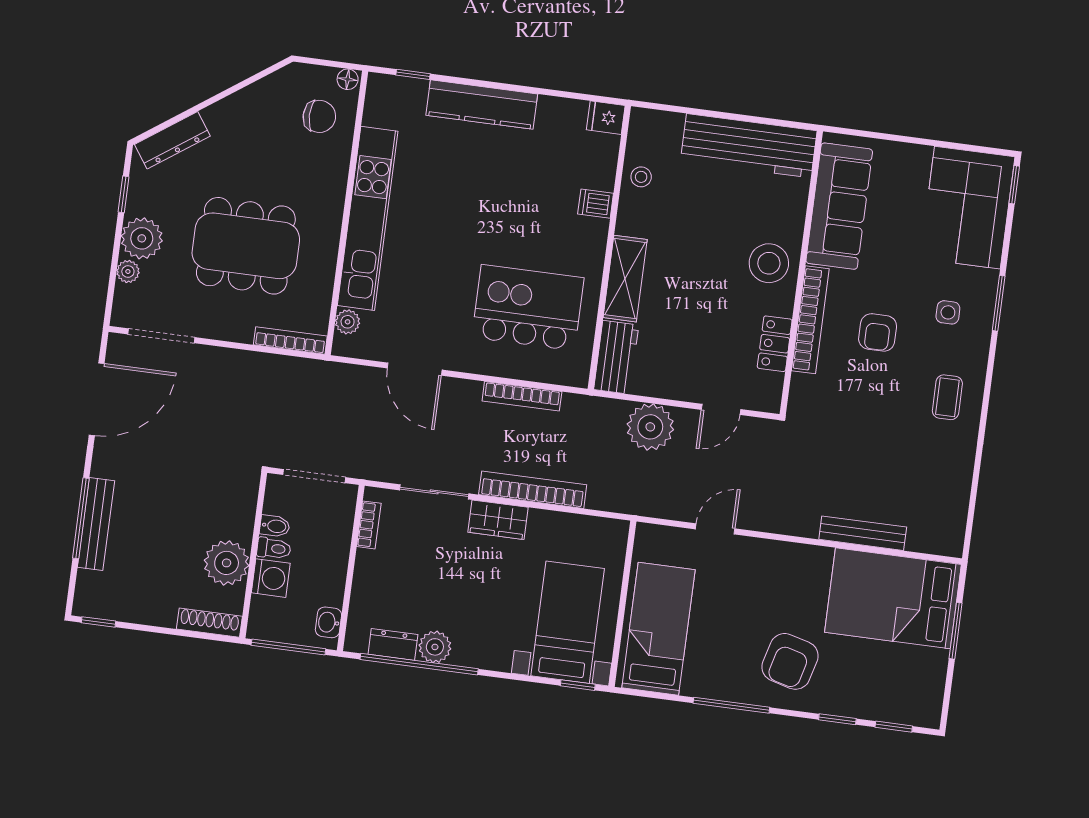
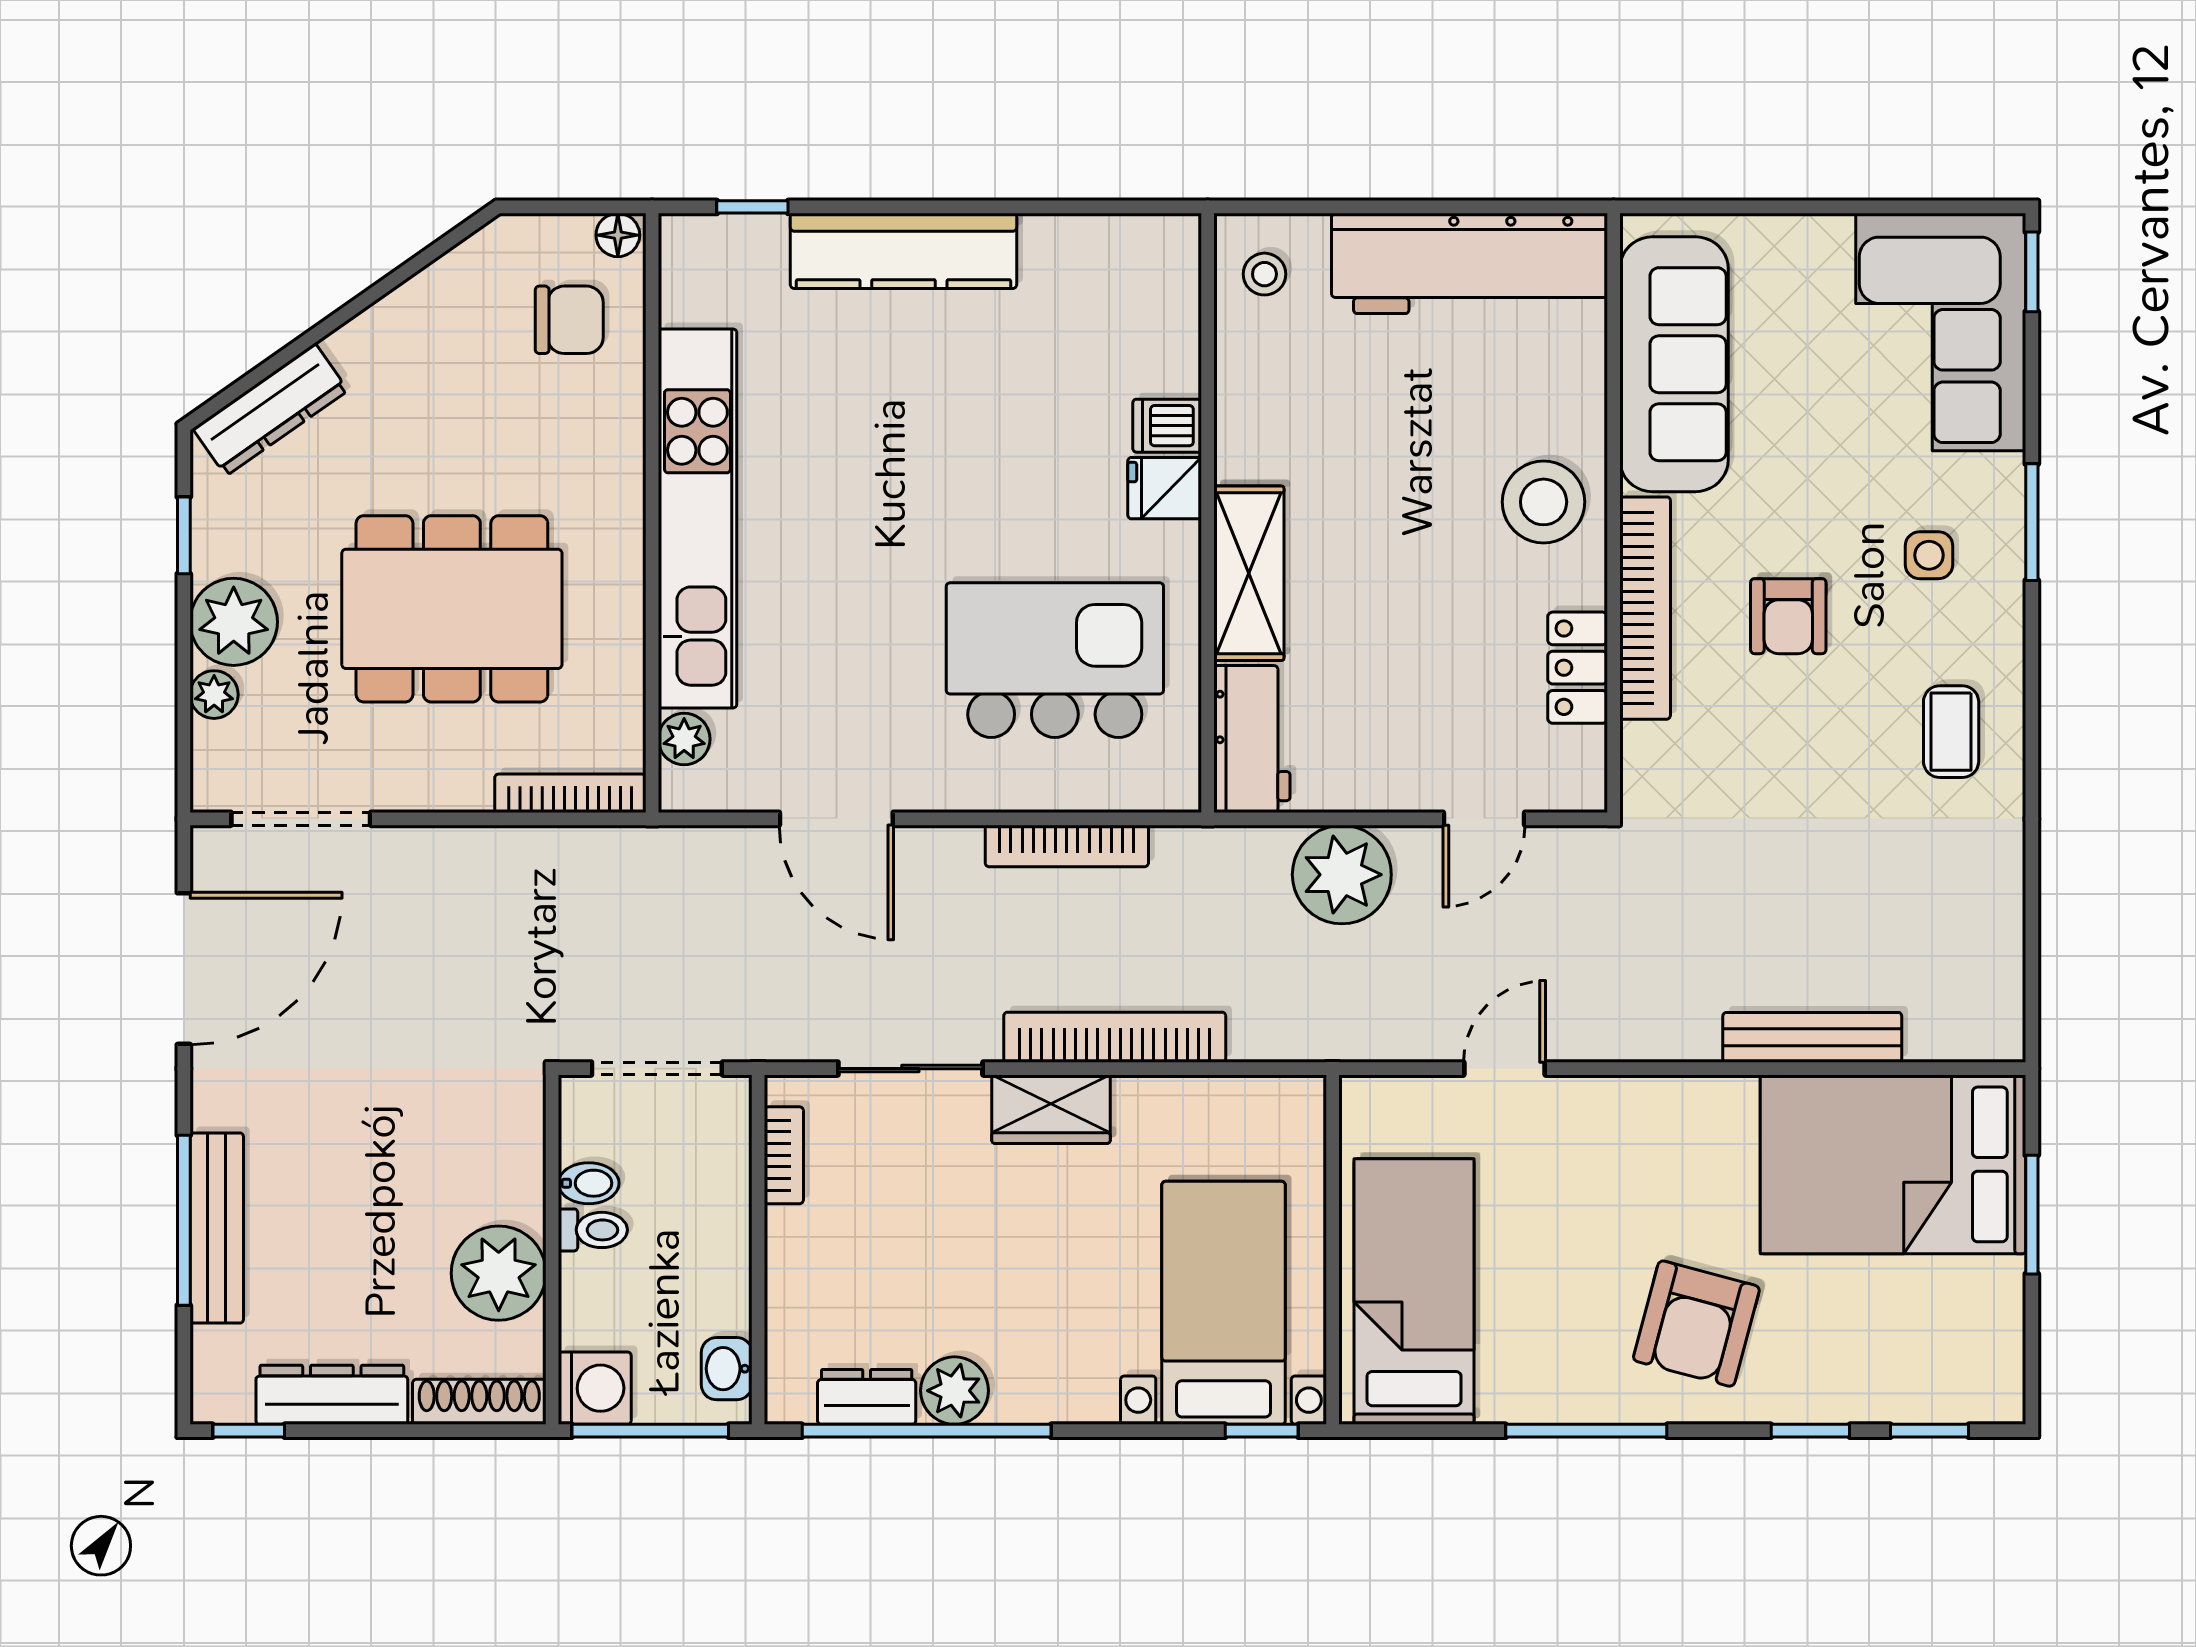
fridge: (606, 118) -> (1165, 488), moved
stool: (641, 177) -> (1264, 274), moved
washing machine: (271, 578) -> (595, 1388), moved
dresser: (140, 610) -> (332, 1395), added

